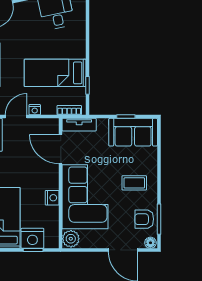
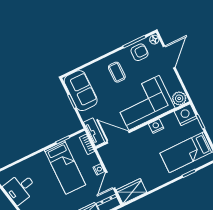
door: (16, 117) -> (110, 180), hinge flipped
door: (61, 149) -> (118, 137), swing flipped
armchair: (144, 219) -> (139, 52), turned -90
nightstand: (32, 238) -> (186, 115), moved, turned -90

